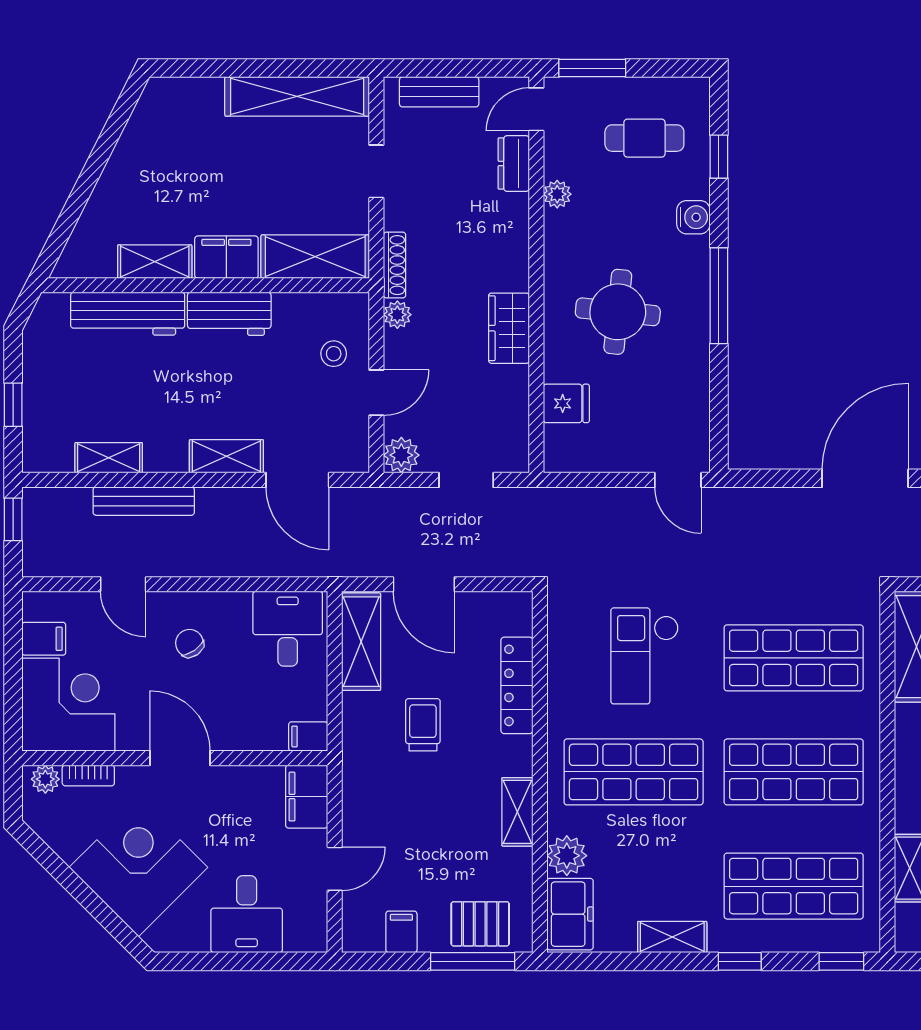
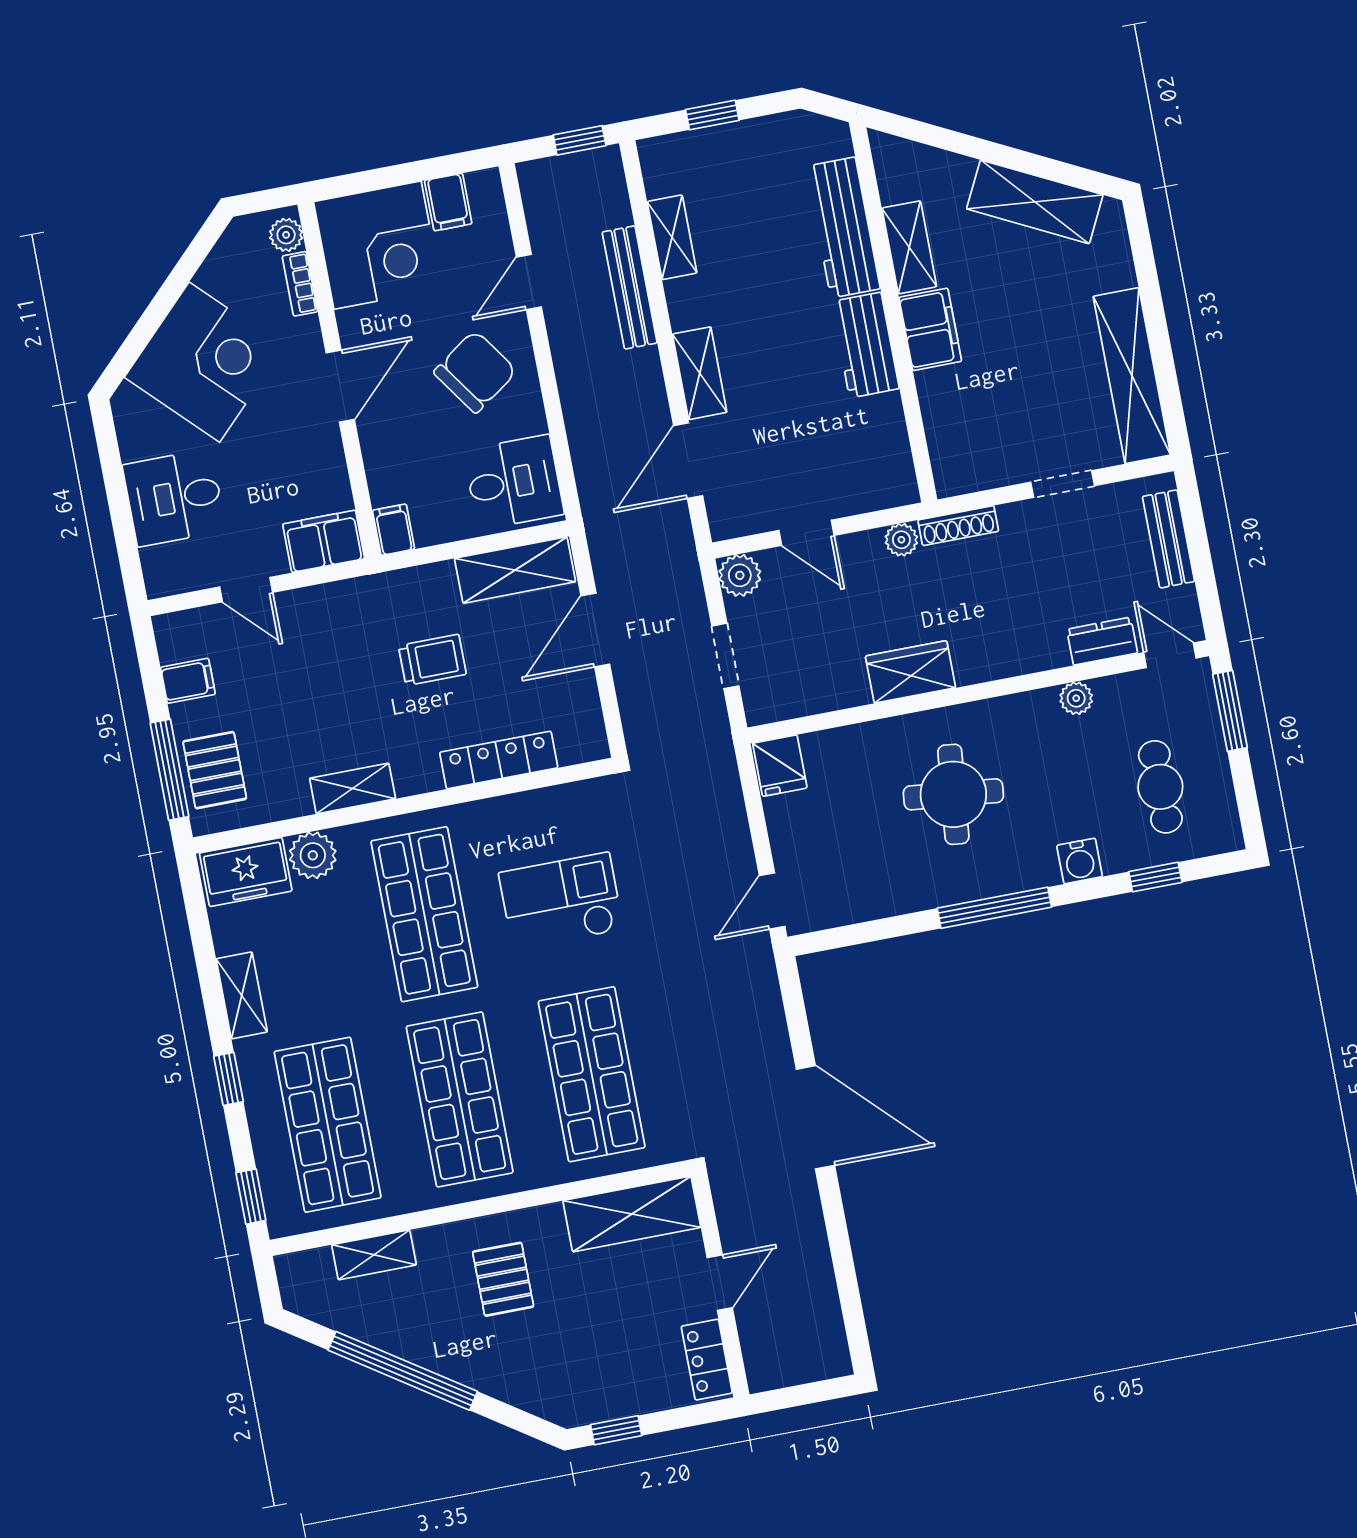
shelving: (315, 257) -> (1035, 202), moved, turned -63
stool: (334, 354) -> (842, 475), removed
fridge: (566, 403) -> (780, 766), moved
chair: (189, 643) -> (475, 372), width x1.87, depth x1.87

